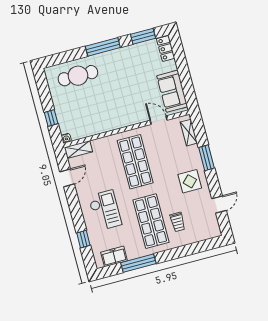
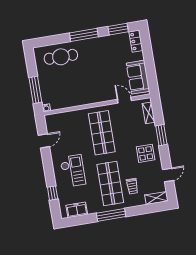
window: (51, 118) -> (35, 90), width x2.17
shelving: (78, 150) -> (156, 198), moved
window: (138, 263) -> (111, 215), moved

